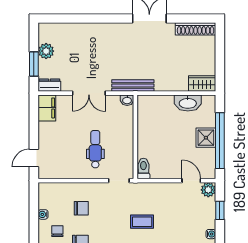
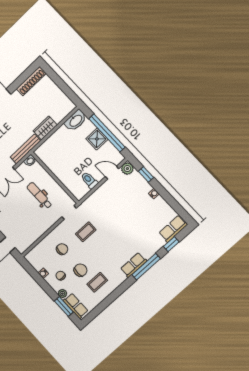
wardrobe: (202, 84) -> (45, 128), moved
washbasin: (188, 103) -> (76, 121), moved
dental chair: (95, 149) -> (39, 195), moved
toilet: (143, 169) -> (89, 180), moved
coffee table: (142, 222) -> (86, 232), moved

